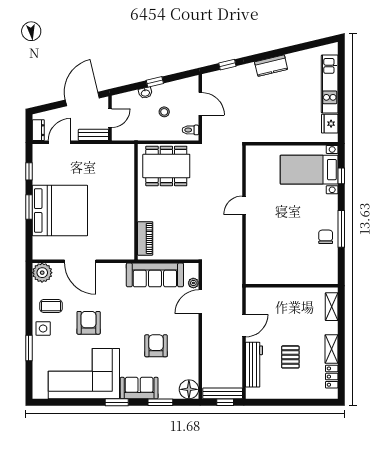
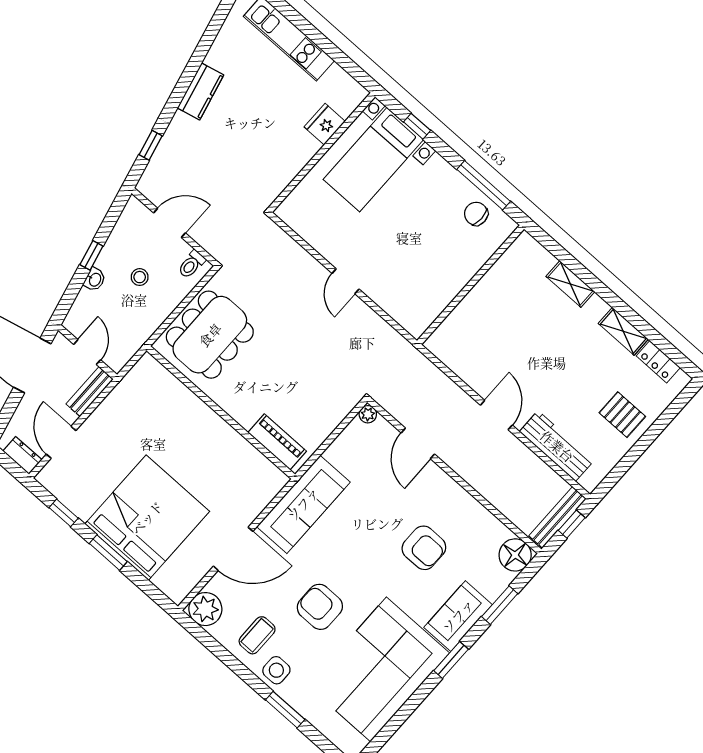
fridge: (330, 124) -> (325, 124), moved, turned 90
sofa: (155, 275) -> (303, 504), moved
plant: (193, 283) -> (368, 414), moved
wall: (292, 286) -> (471, 285), moved
armchair: (156, 346) -> (424, 548), turned 180
pallet: (290, 357) -> (622, 415), moved

